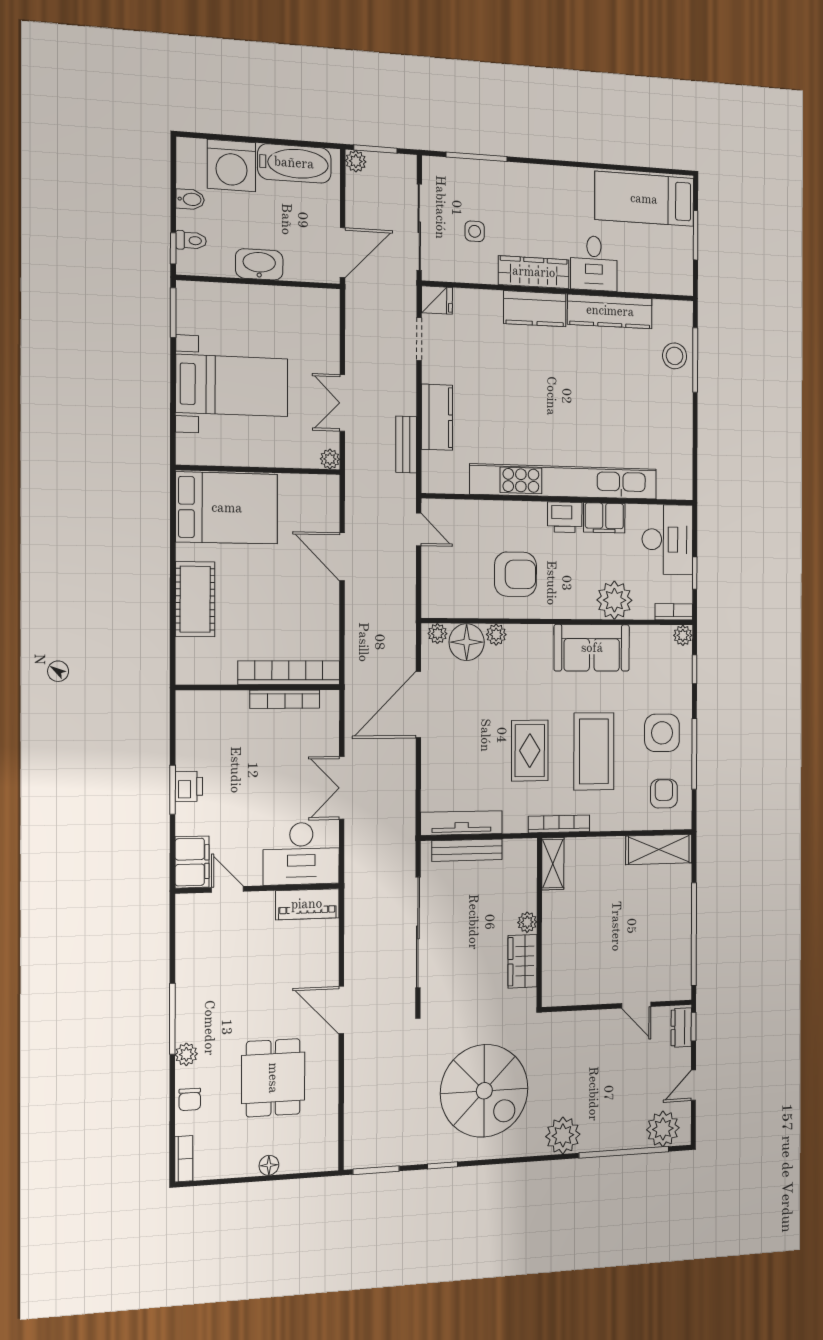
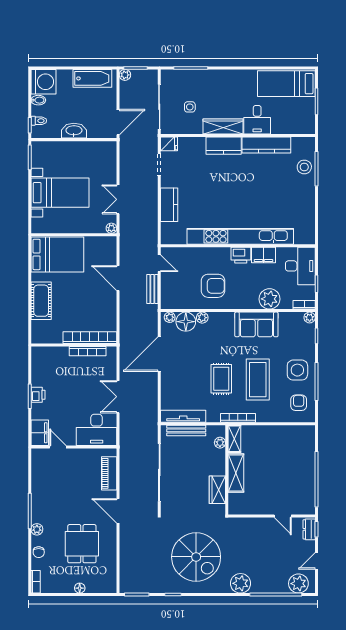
washing machine: (231, 165) -> (43, 82), moved, turned -90
bench: (406, 445) -> (152, 289), moved
shelving: (659, 849) -> (236, 473), moved, turned 90
piano: (307, 904) -> (109, 473), moved, turned 90
plant: (527, 922) -> (220, 443), moved

